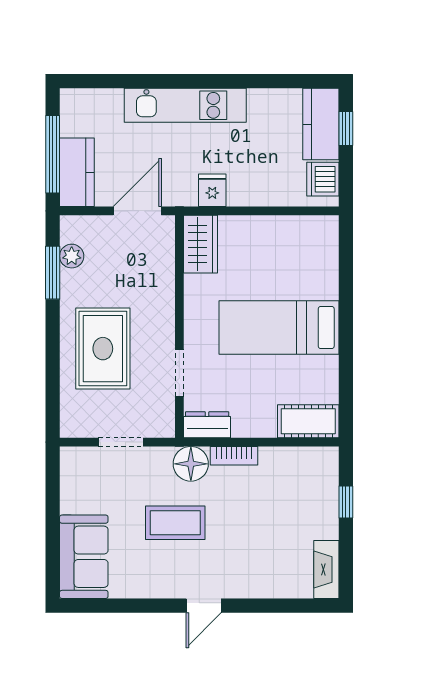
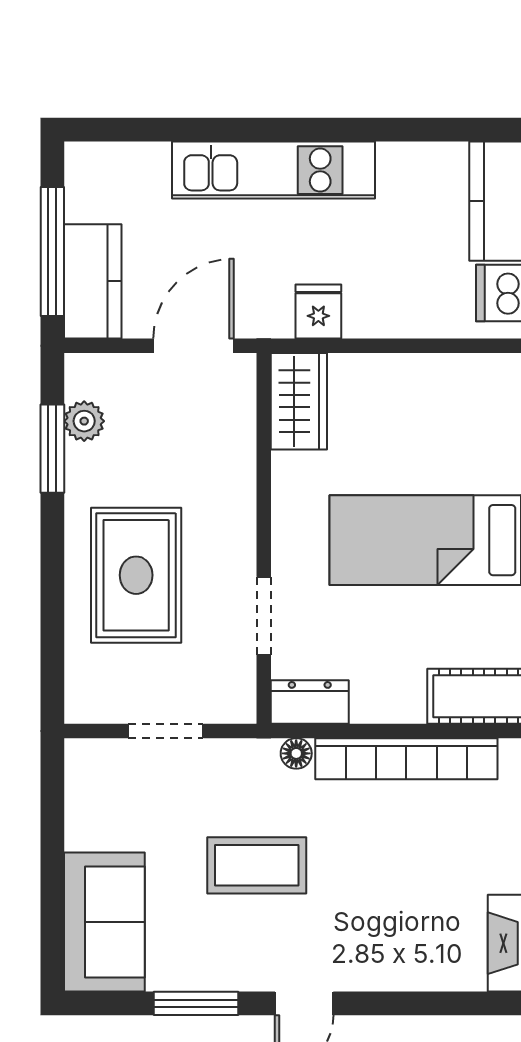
bookcase: (234, 456) -> (406, 759), width x2.31, depth x1.31
floor lamp: (191, 464) -> (296, 753), width x0.53, depth x0.53
window: (139, 606) -> (196, 1003), added

